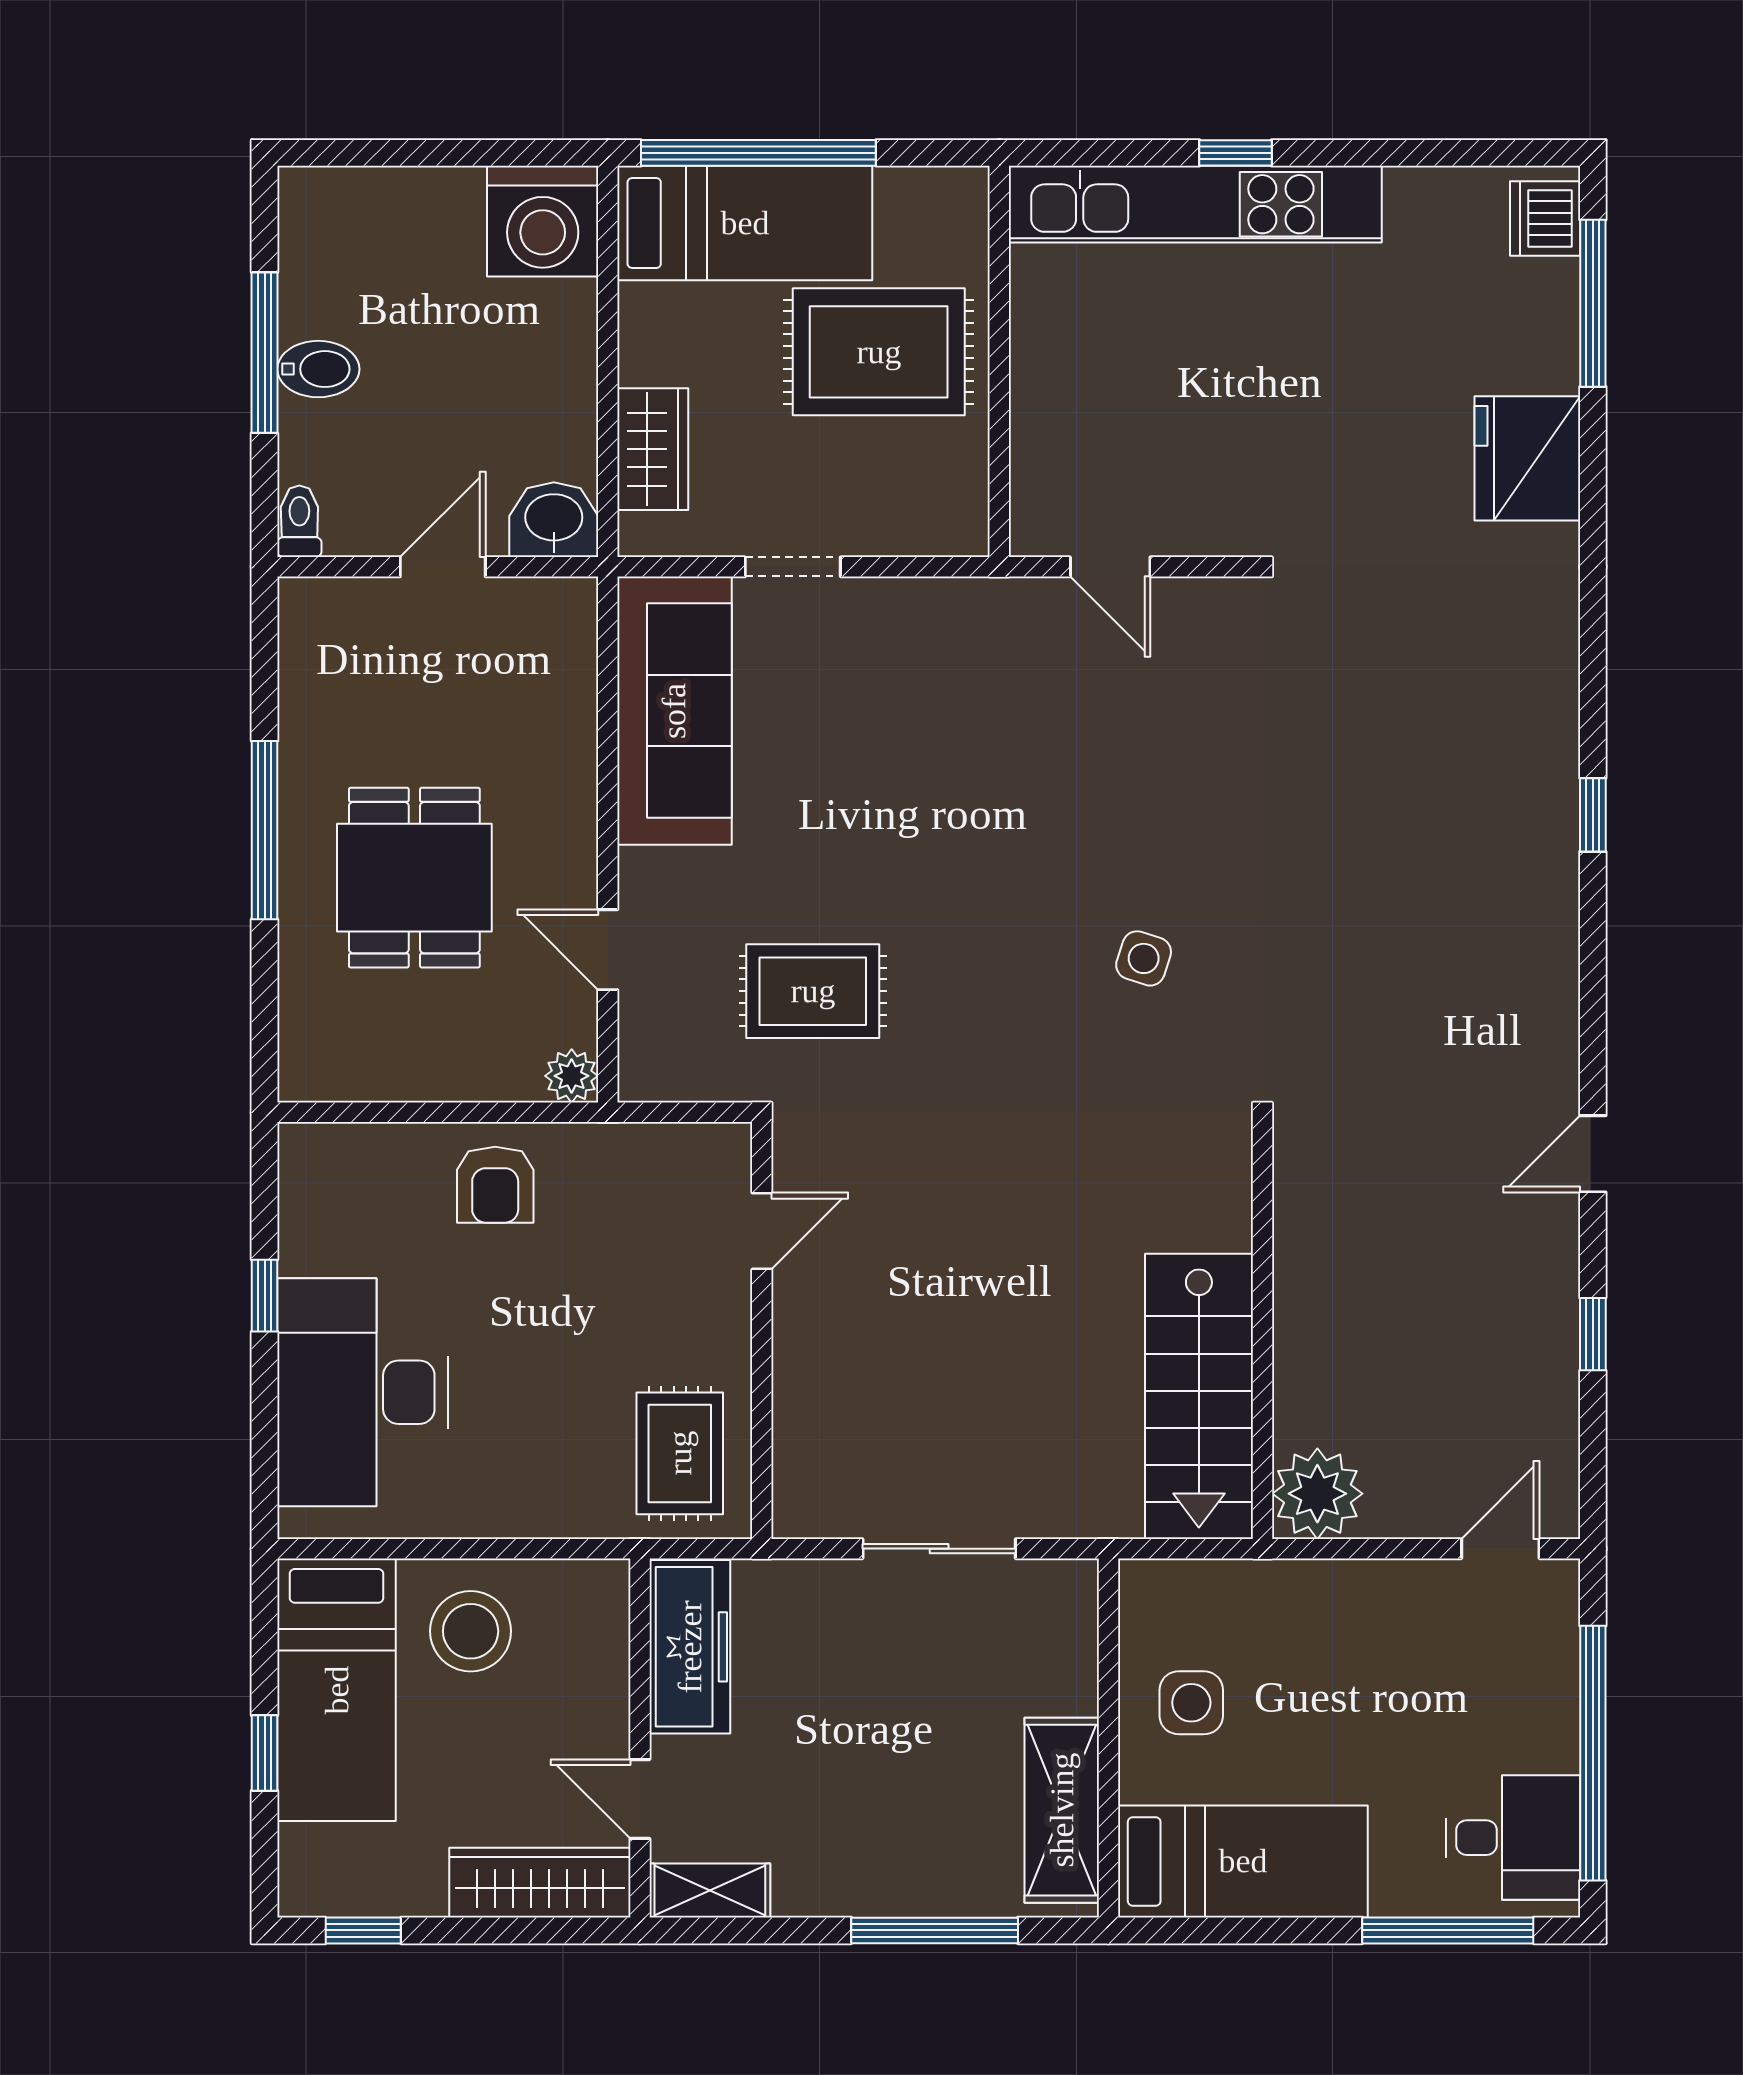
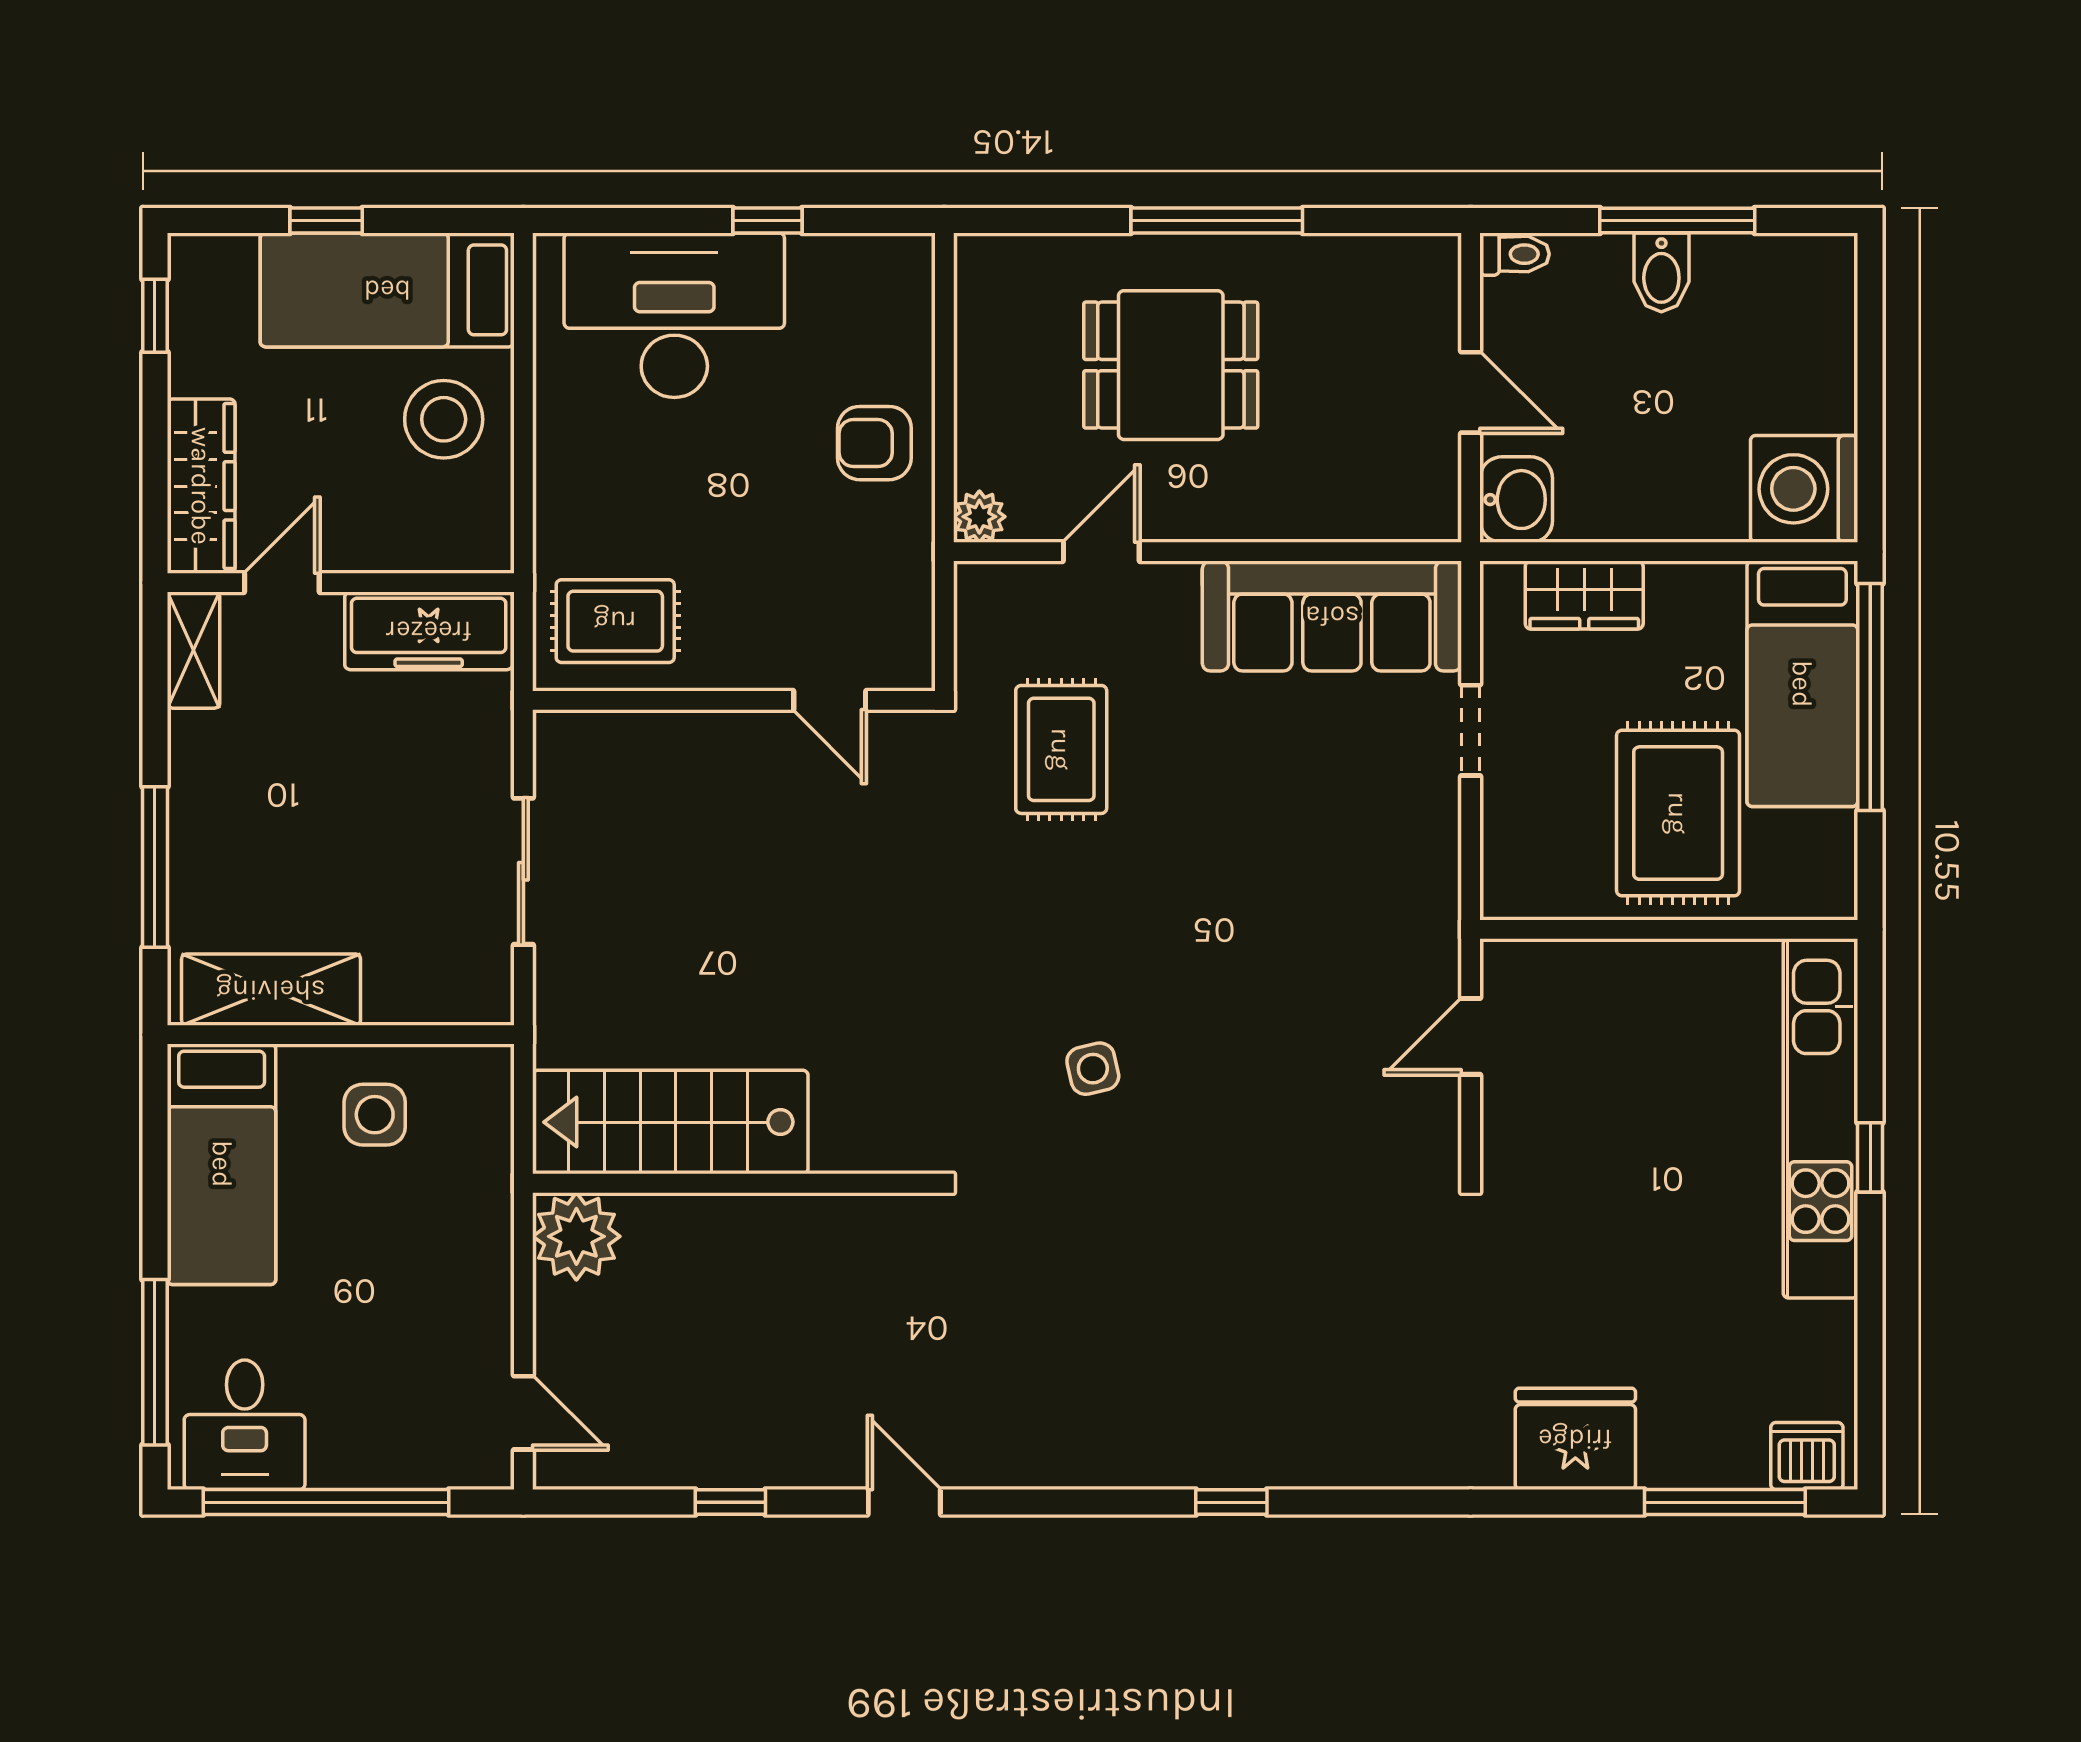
side table: (1144, 958) -> (1093, 1069), turned -31

